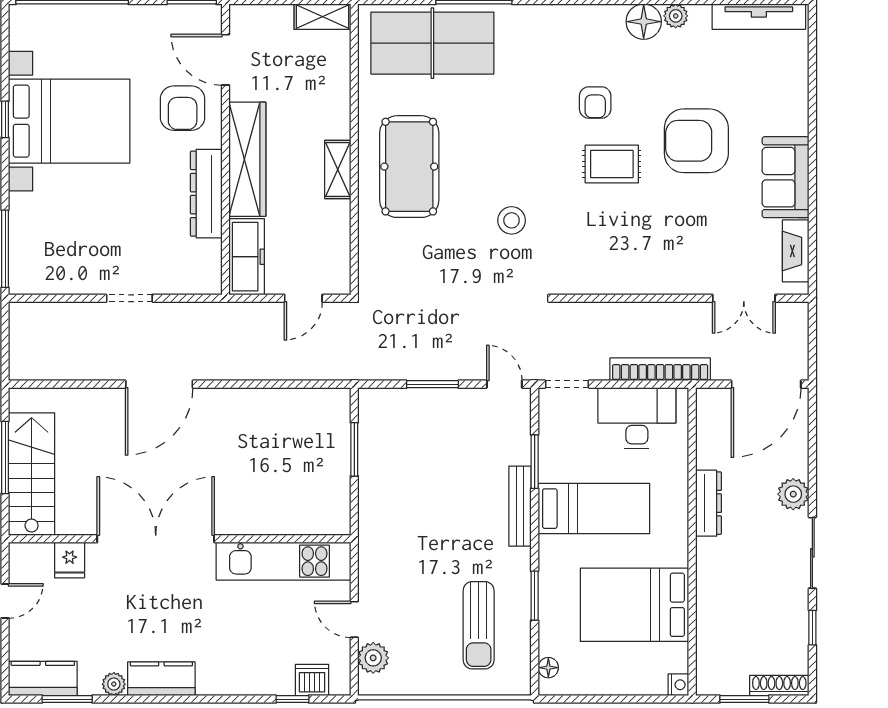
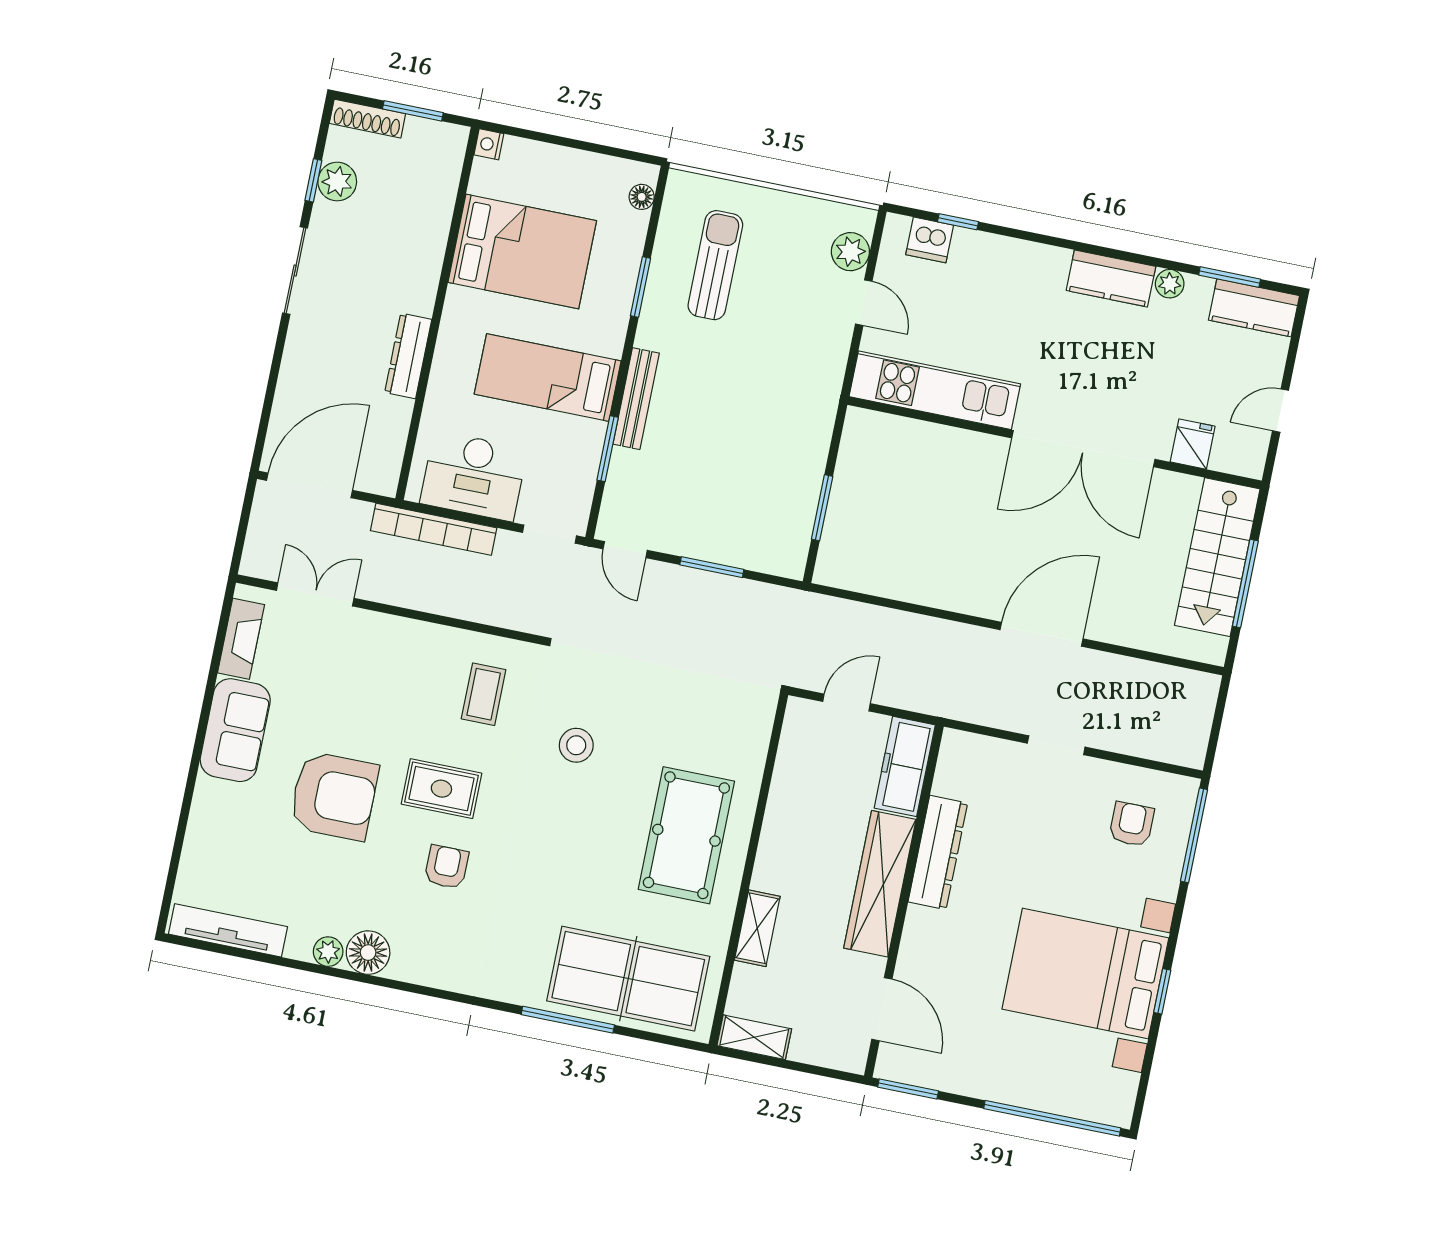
armchair: (183, 108) -> (1132, 824), moved, width x0.72, depth x0.72
shelving: (338, 169) -> (757, 928), moved
coffee table: (594, 246) -> (484, 694), added
plant: (793, 494) -> (337, 182), moved

